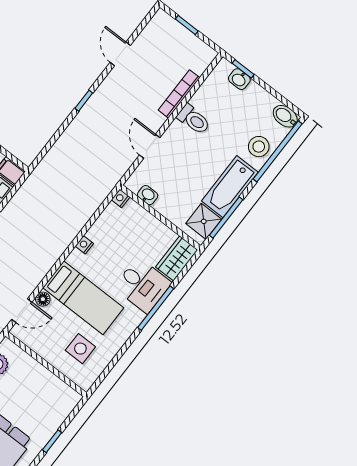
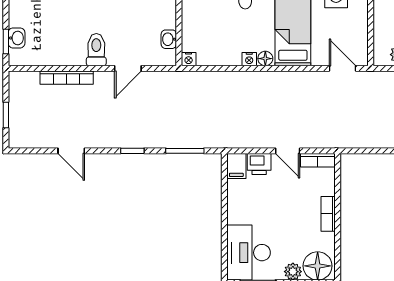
door: (120, 54) -> (71, 151), hinge flipped
toilet: (194, 119) -> (96, 50), moved
window: (53, 141) -> (185, 151), added
floor lamp: (43, 299) -> (265, 59), moved

